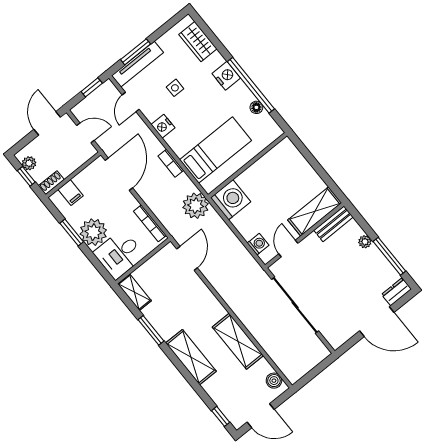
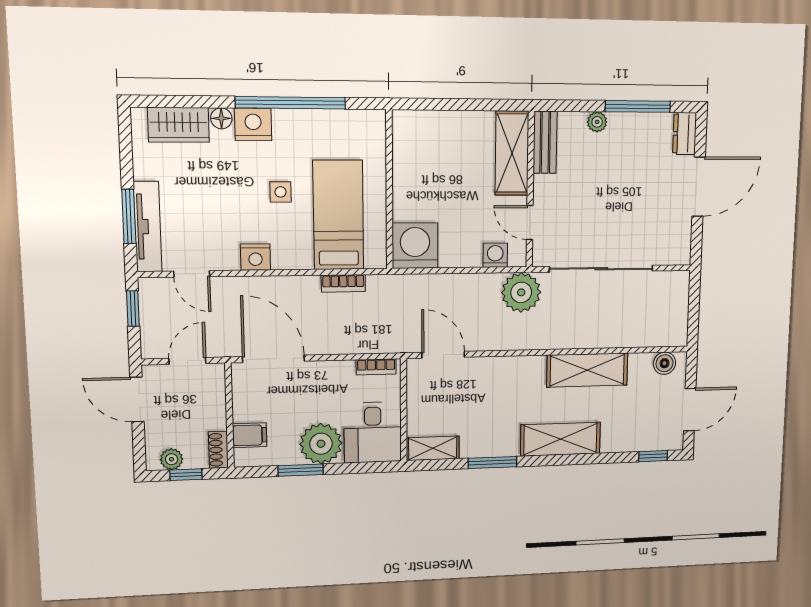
side table: (175, 88) -> (281, 192), moved
floor lamp: (256, 107) -> (221, 118), moved
bookcase: (171, 163) -> (343, 283), moved
plant: (196, 206) -> (521, 292), moved
bookcase: (150, 223) -> (376, 367), width x0.64

